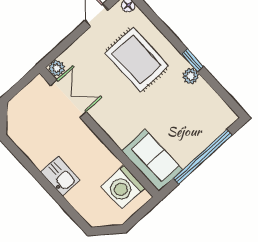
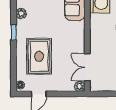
plant: (191, 76) -> (21, 14), moved

